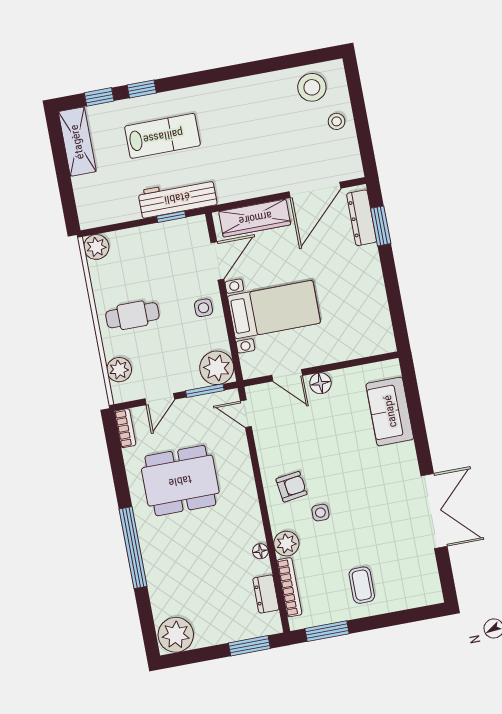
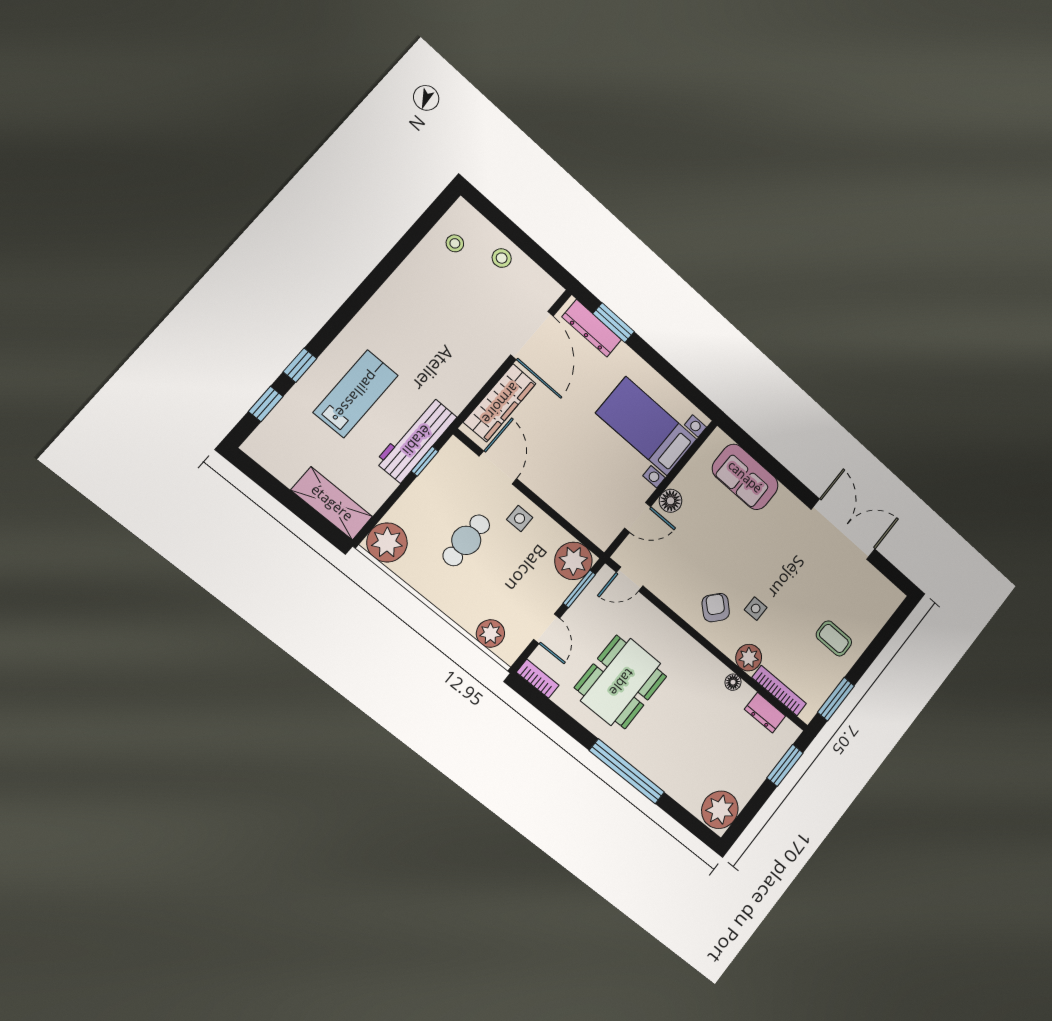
stool: (312, 87) -> (455, 243), width x0.53, depth x0.53
shelving: (77, 142) -> (332, 503), moved
plant: (96, 247) -> (387, 542), width x1.36, depth x1.36
bed with nightstands: (274, 310) -> (646, 426), moved, turned -90
cafe table: (132, 315) -> (466, 540), moved
armchair: (291, 487) -> (716, 608), turned -40

